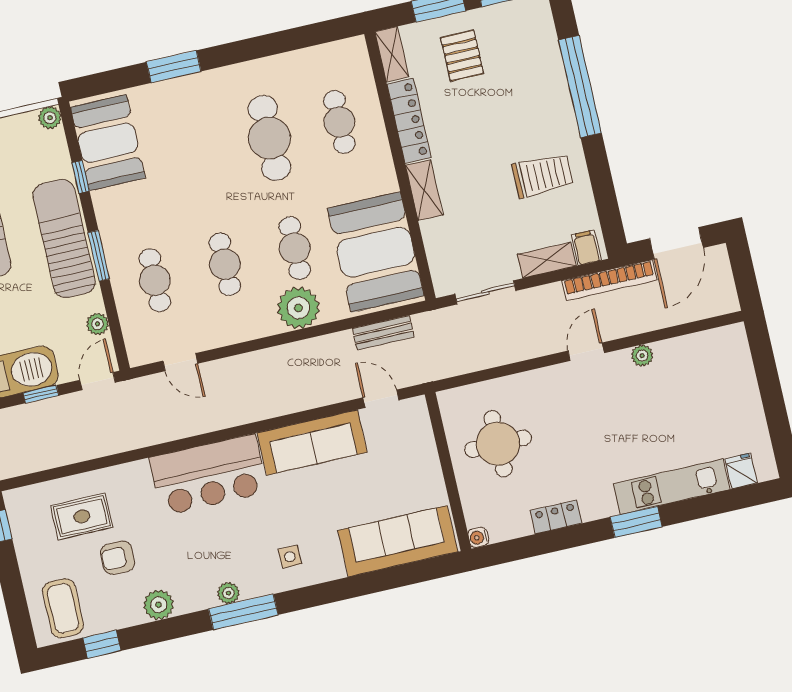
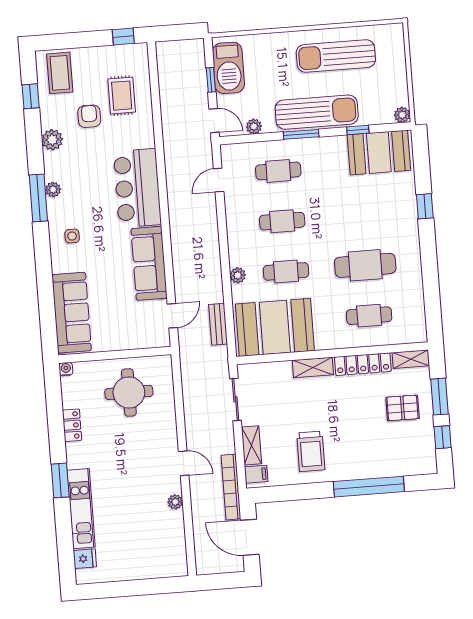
window: (174, 67) -> (425, 206), width x0.67
plant: (298, 308) -> (238, 275), width x0.53, depth x0.53
coffee table: (63, 608) -> (60, 73), turned 90

